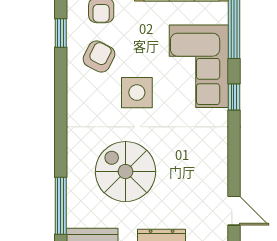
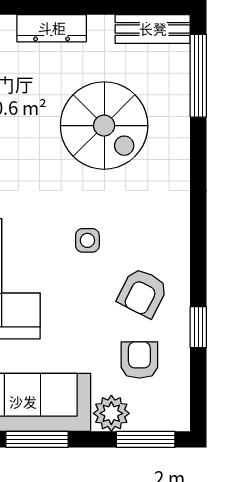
side table: (137, 93) -> (87, 240), width x0.54, depth x0.54

